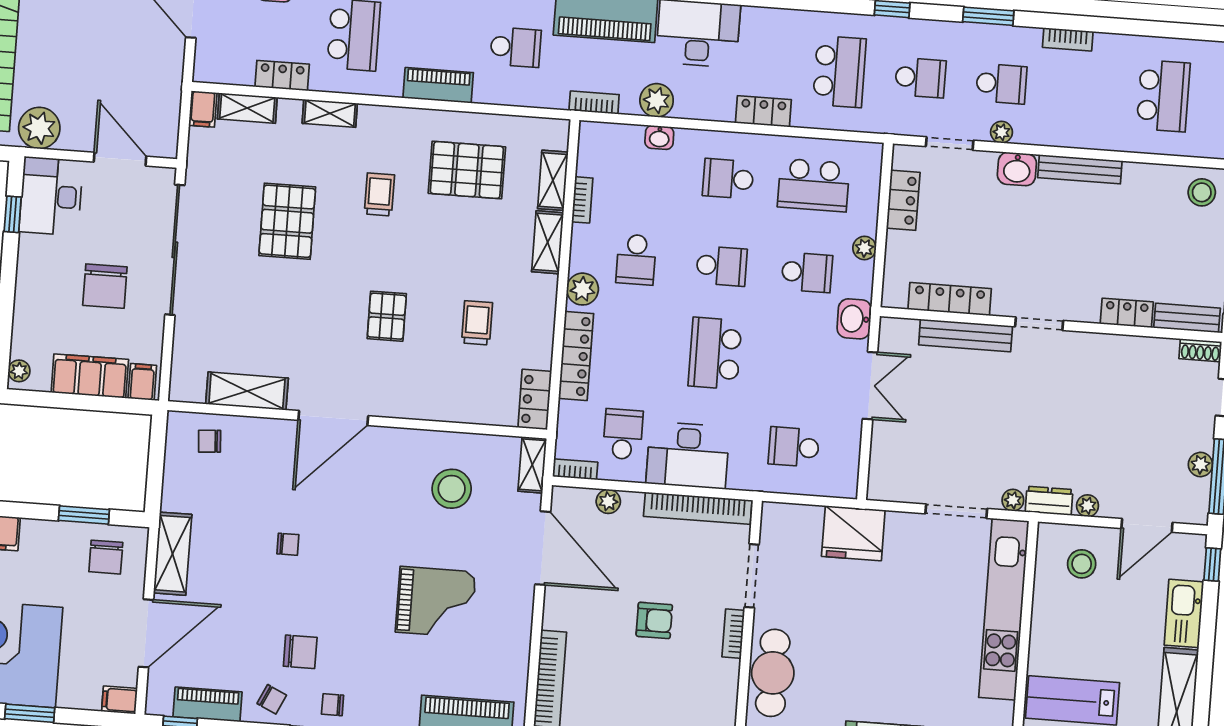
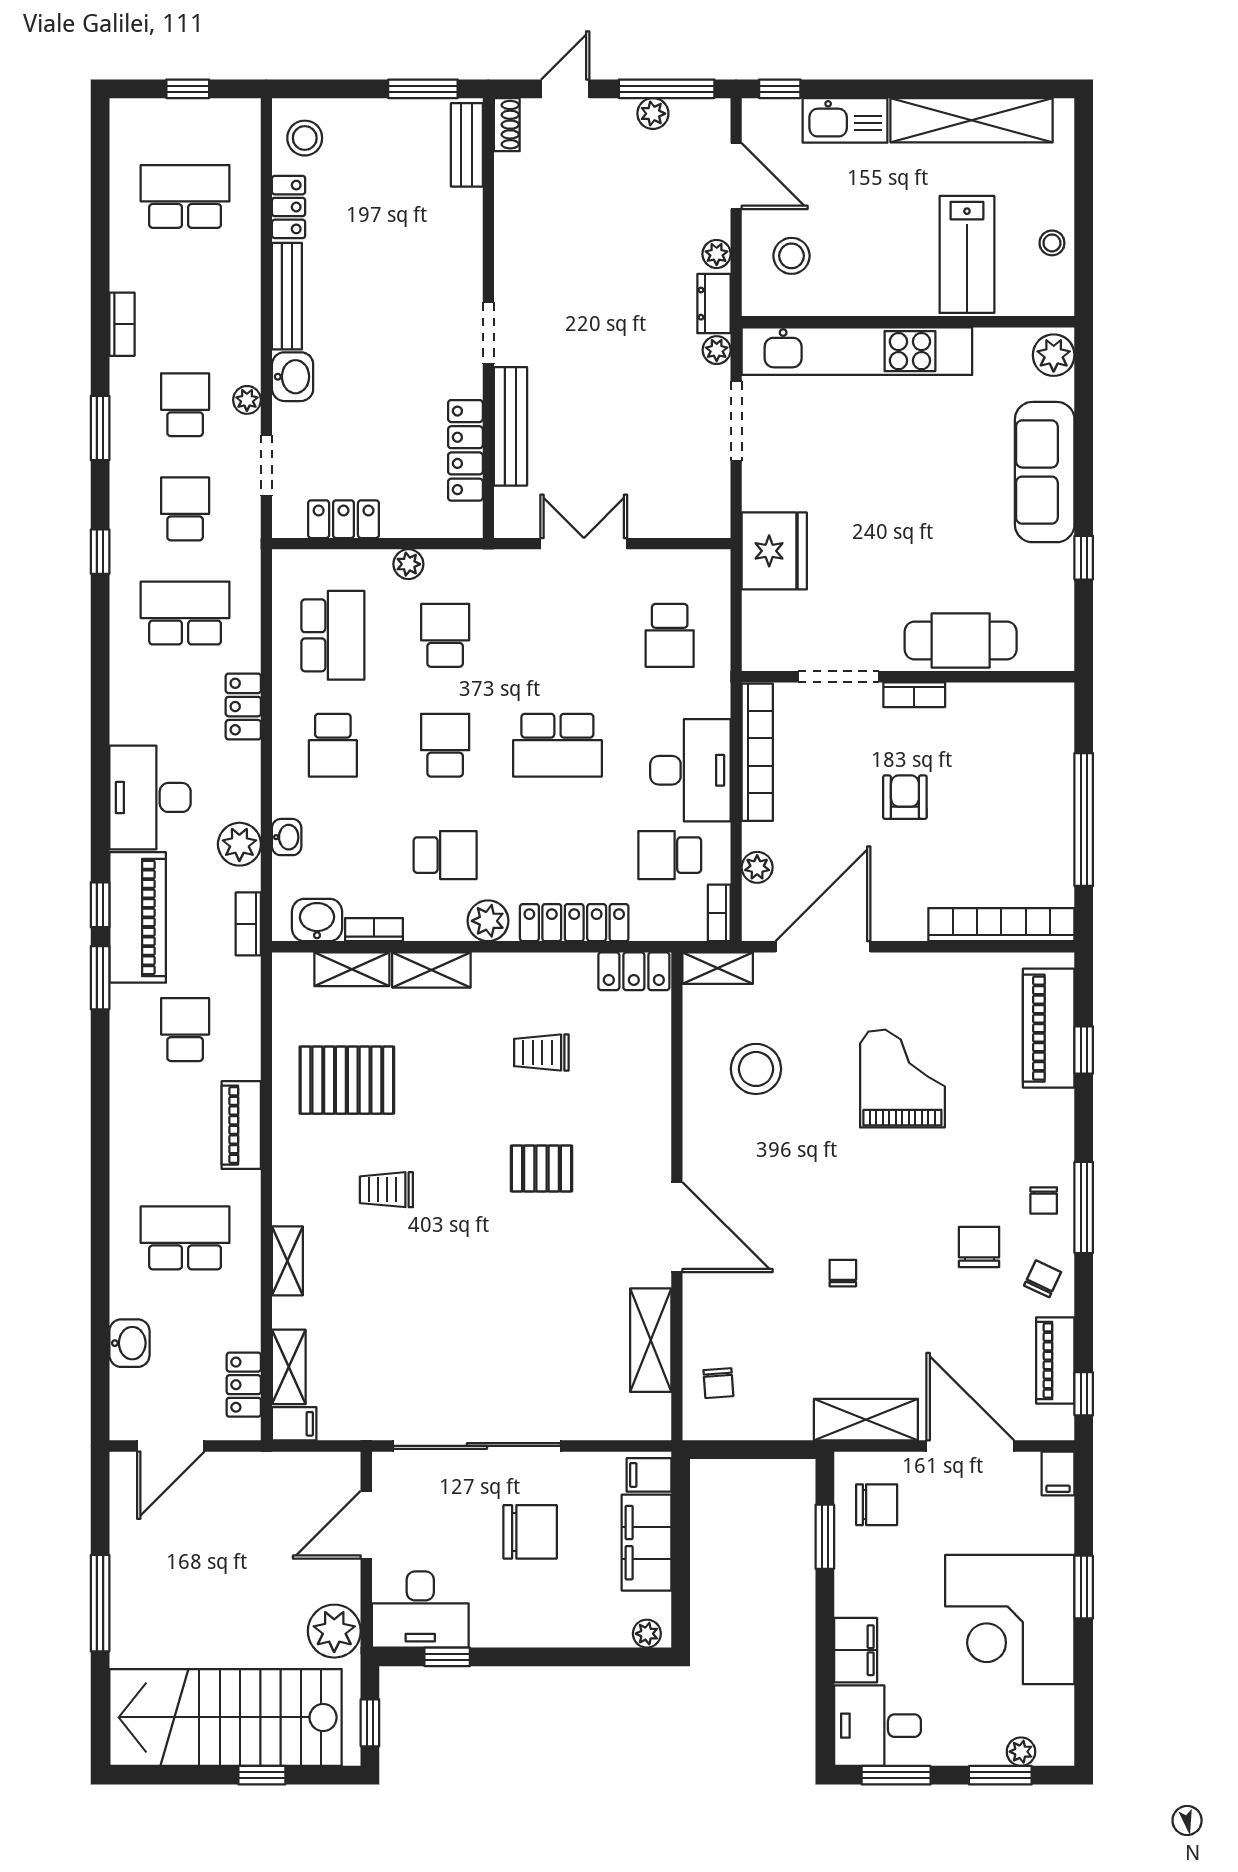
locker: (282, 76) -> (244, 1385), moved
pallet: (467, 170) -> (347, 1080), turned 90
pallet: (287, 221) -> (430, 1305), removed
locker: (1127, 313) -> (289, 207), moved, turned 180
washbasin: (854, 319) -> (317, 920), moved, turned 180

